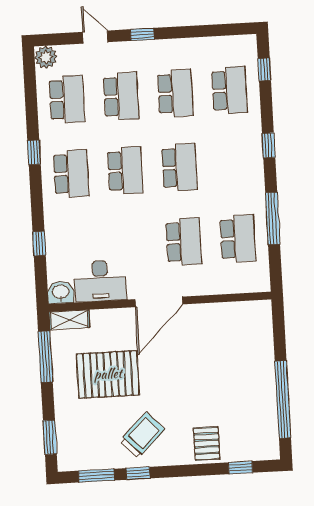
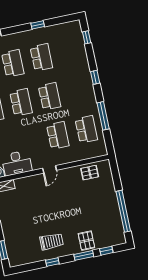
window: (142, 34) -> (38, 25), moved
school desk: (230, 90) -> (70, 51), removed
door: (159, 302) -> (50, 169), width x0.53
pallet: (108, 374) -> (90, 173), moved, width x0.49, depth x0.50
trolley: (142, 435) -> (51, 241), turned 44
window: (97, 476) -> (84, 255), moved

